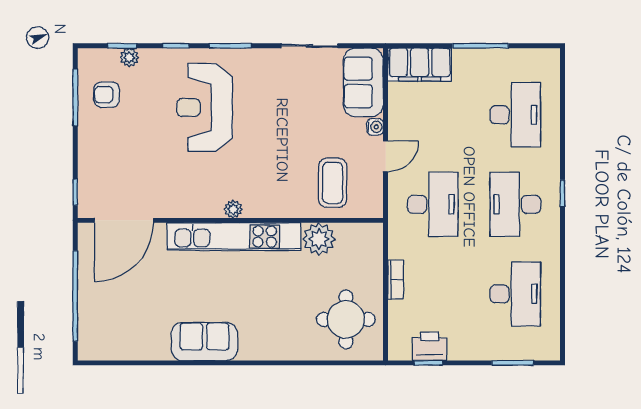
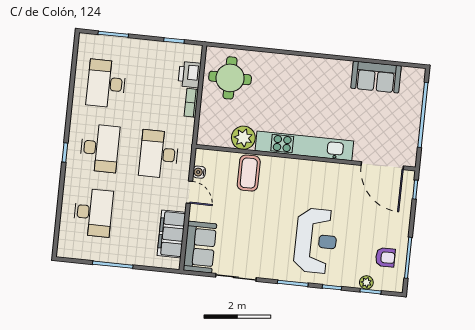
filing cabinet: (420, 65) -> (171, 234), moved, turned -90
desk: (515, 115) -> (93, 212), turned 180
water cooler: (375, 127) -> (199, 172), moved
door: (386, 156) -> (189, 192), swing flipped
coffee table: (333, 183) -> (249, 173), moved
plant: (233, 209) -> (303, 166), removed
door: (124, 220) -> (382, 166), swing flipped
sofa: (204, 341) -> (376, 77), moved
printer: (430, 346) -> (189, 75), moved, turned 90

